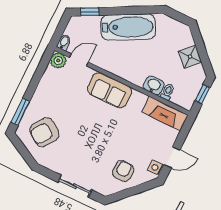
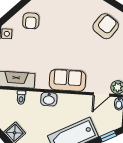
washbasin: (154, 85) -> (49, 99), moved

